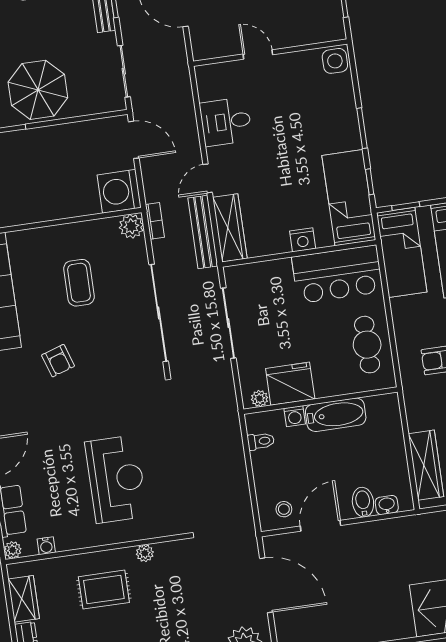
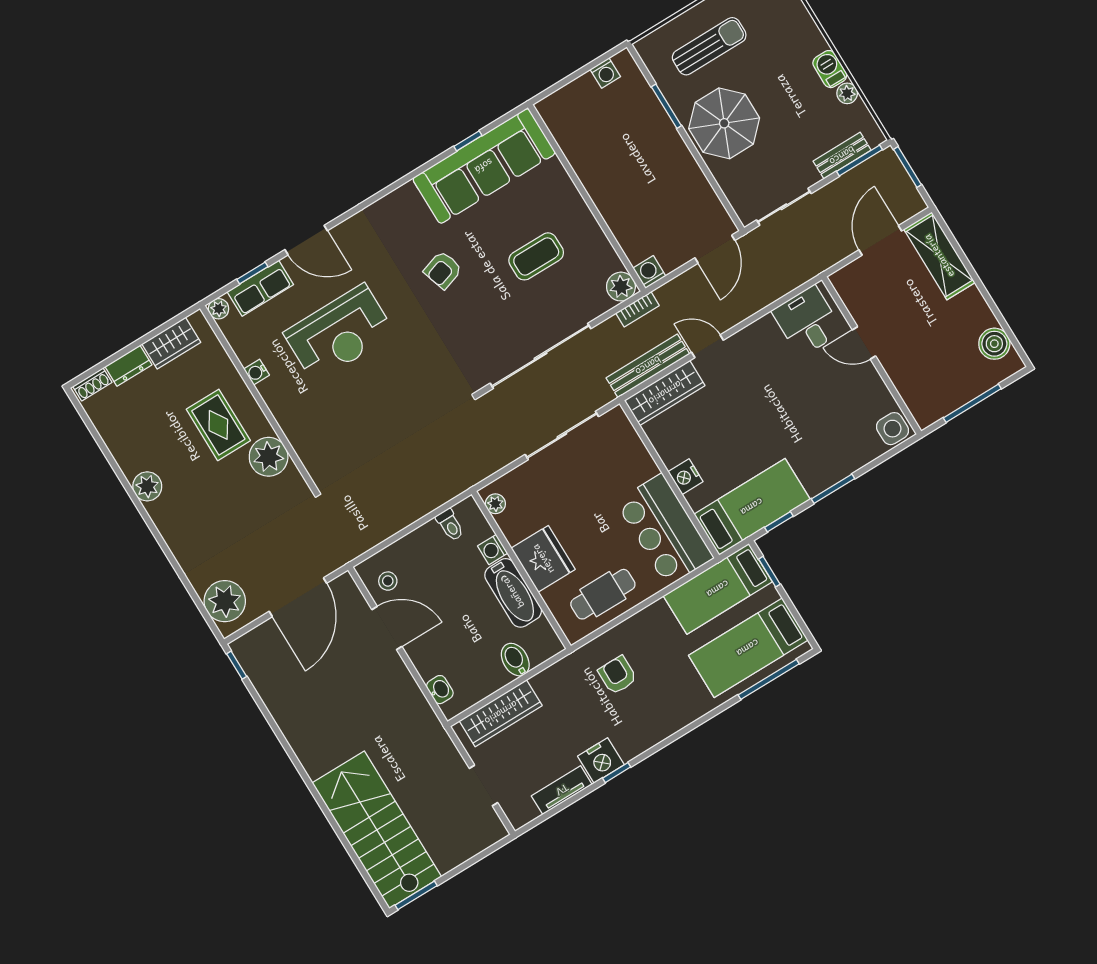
door: (258, 54) -> (864, 343), swing flipped
desk: (226, 122) -> (807, 321), moved
washing machine: (119, 191) -> (649, 272), width x0.53, depth x0.53
fridge: (290, 384) -> (543, 559), moved
reception desk: (116, 479) -> (339, 333), moved
bidet: (363, 502) -> (515, 660), moved, turned -90
water cooler: (46, 546) -> (257, 372), moved
plant: (145, 553) -> (269, 457), width x1.88, depth x1.88

